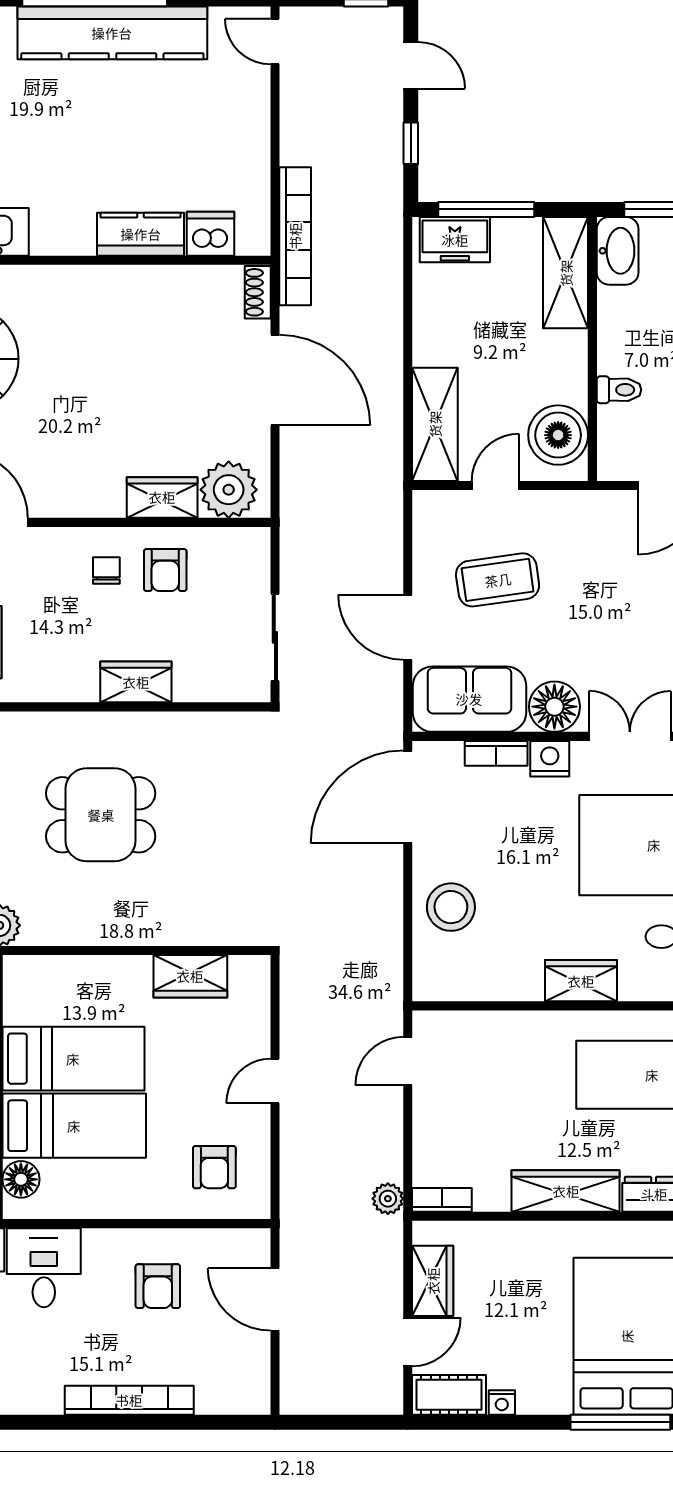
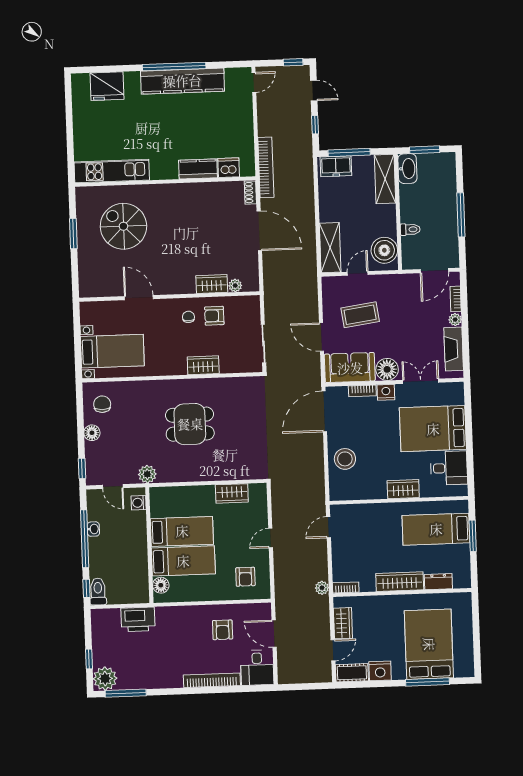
door: (275, 42) -> (254, 82), swing flipped
plant: (229, 490) -> (235, 286), width x0.53, depth x0.53
armchair: (165, 570) -> (214, 316), turned 90
desk: (44, 1268) -> (257, 668), moved, turned 180
nightstand: (502, 1403) -> (380, 671), width x1.89, depth x1.79

